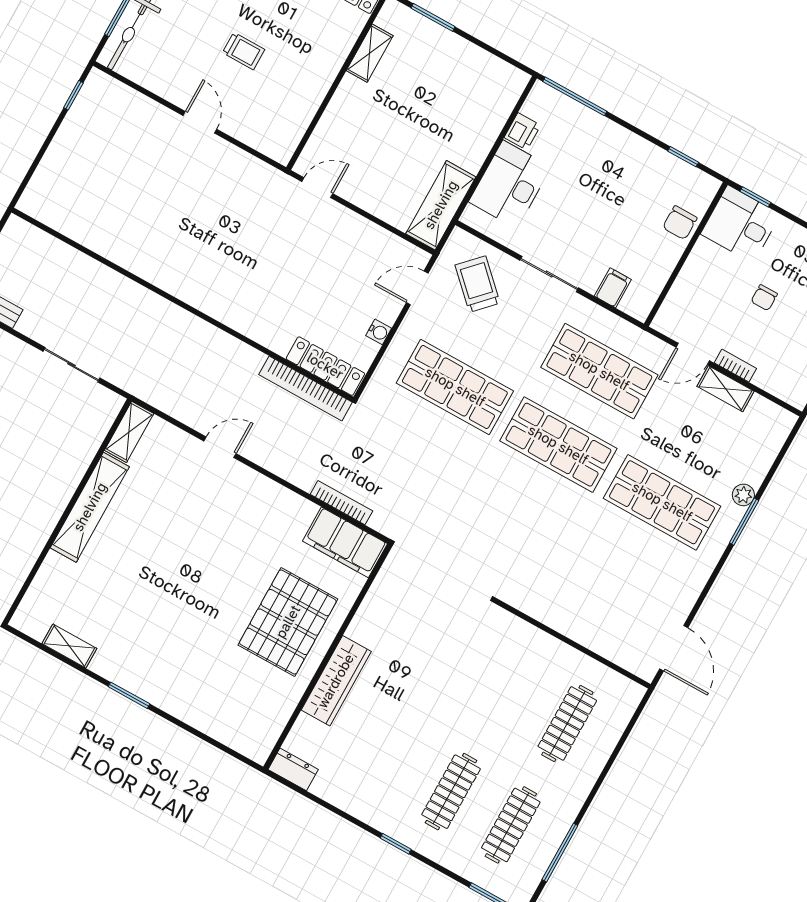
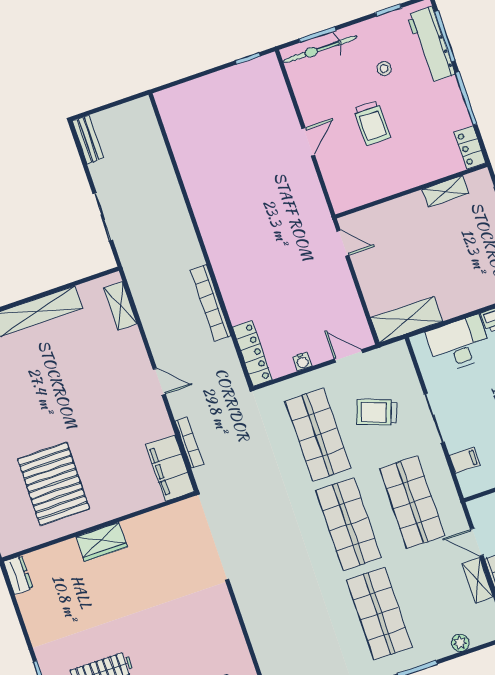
trolley: (244, 51) -> (372, 123), width x1.36, depth x1.39
trolley: (478, 284) -> (376, 412), moved, turned -114
bookcase: (305, 388) -> (211, 303), moved
shelving: (129, 432) -> (120, 306), moved, turned 90
door: (220, 447) -> (159, 382), moved
plant: (743, 495) -> (460, 643), moved
pallet: (288, 622) -> (53, 484), moved, turned 90
wardrobe: (336, 681) -> (102, 542), width x0.67

